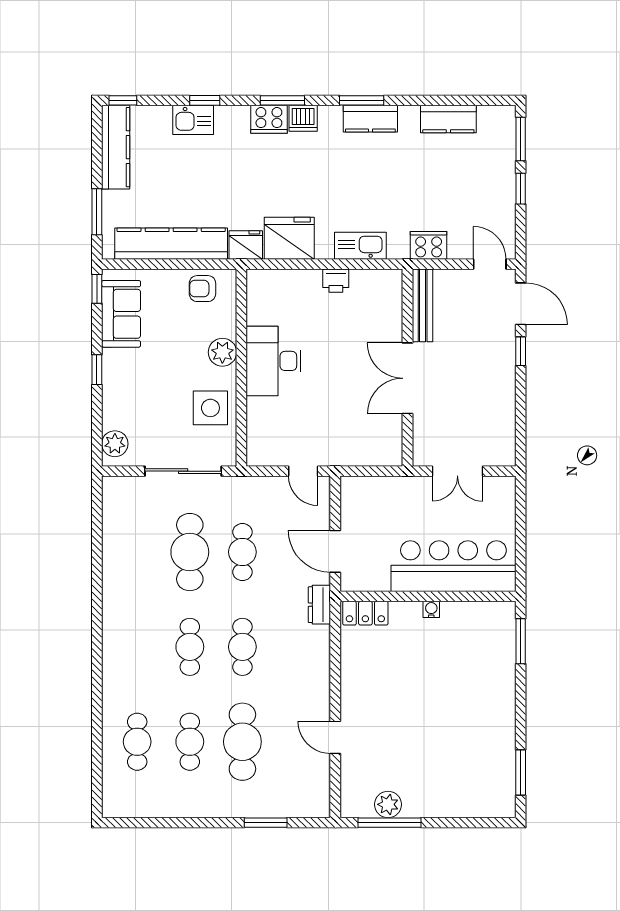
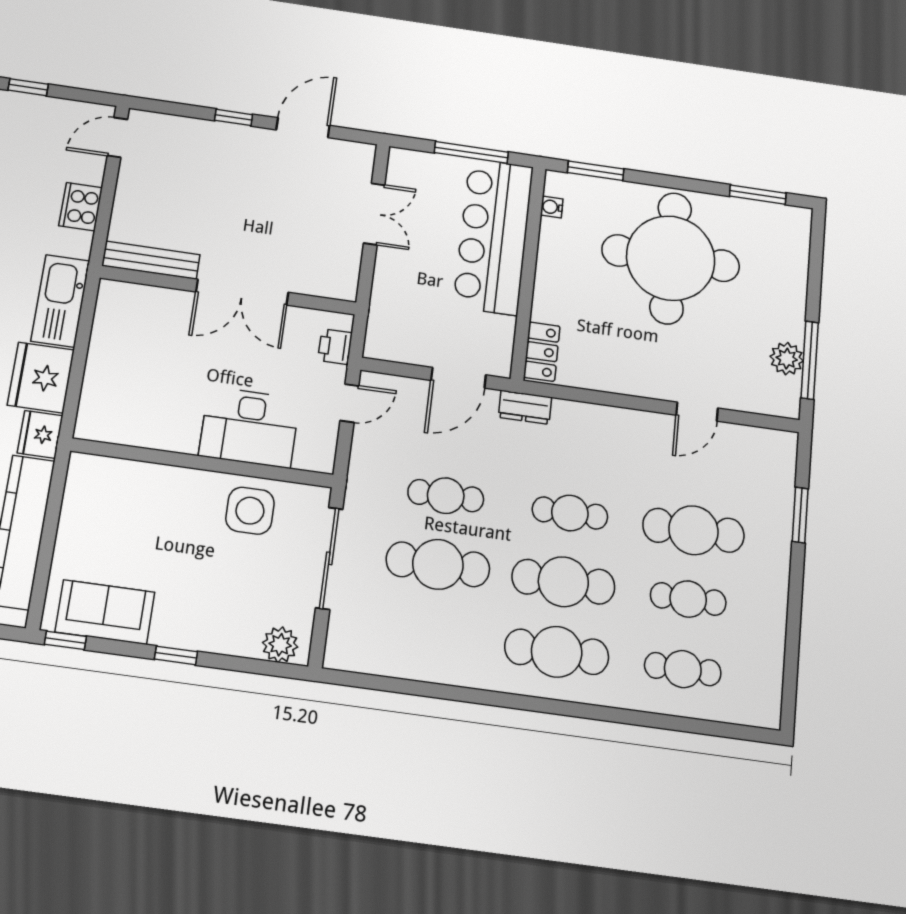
kitchen sink: (360, 246) -> (60, 301), width x1.36, depth x1.24
printer: (336, 281) -> (335, 347), moved, turned 180
armchair: (202, 289) -> (89, 499), removed
door: (521, 304) -> (303, 128), moved
bench: (423, 305) -> (151, 260), moved
plant: (222, 352) -> (178, 485), removed
desk: (274, 361) -> (249, 427), moved
wall: (407, 368) -> (228, 290), moved
double door: (407, 378) -> (242, 292), moved
window: (521, 541) -> (471, 152), added
water cooler: (431, 609) -> (552, 207), moved
cafe table: (137, 647) -> (557, 652), added
cafe table: (190, 647) -> (563, 582), width x1.37, depth x1.35
round table: (457, 707) -> (671, 258), added

